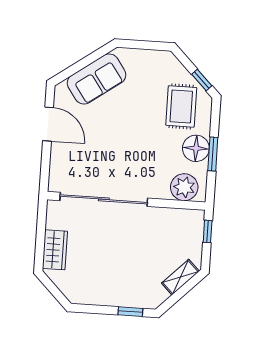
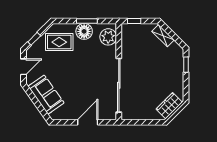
door: (144, 45) -> (23, 67), added
window: (202, 80) -> (34, 39), moved
door: (48, 124) -> (88, 122), moved
wardrobe: (55, 250) -> (169, 106), moved, turned -45

